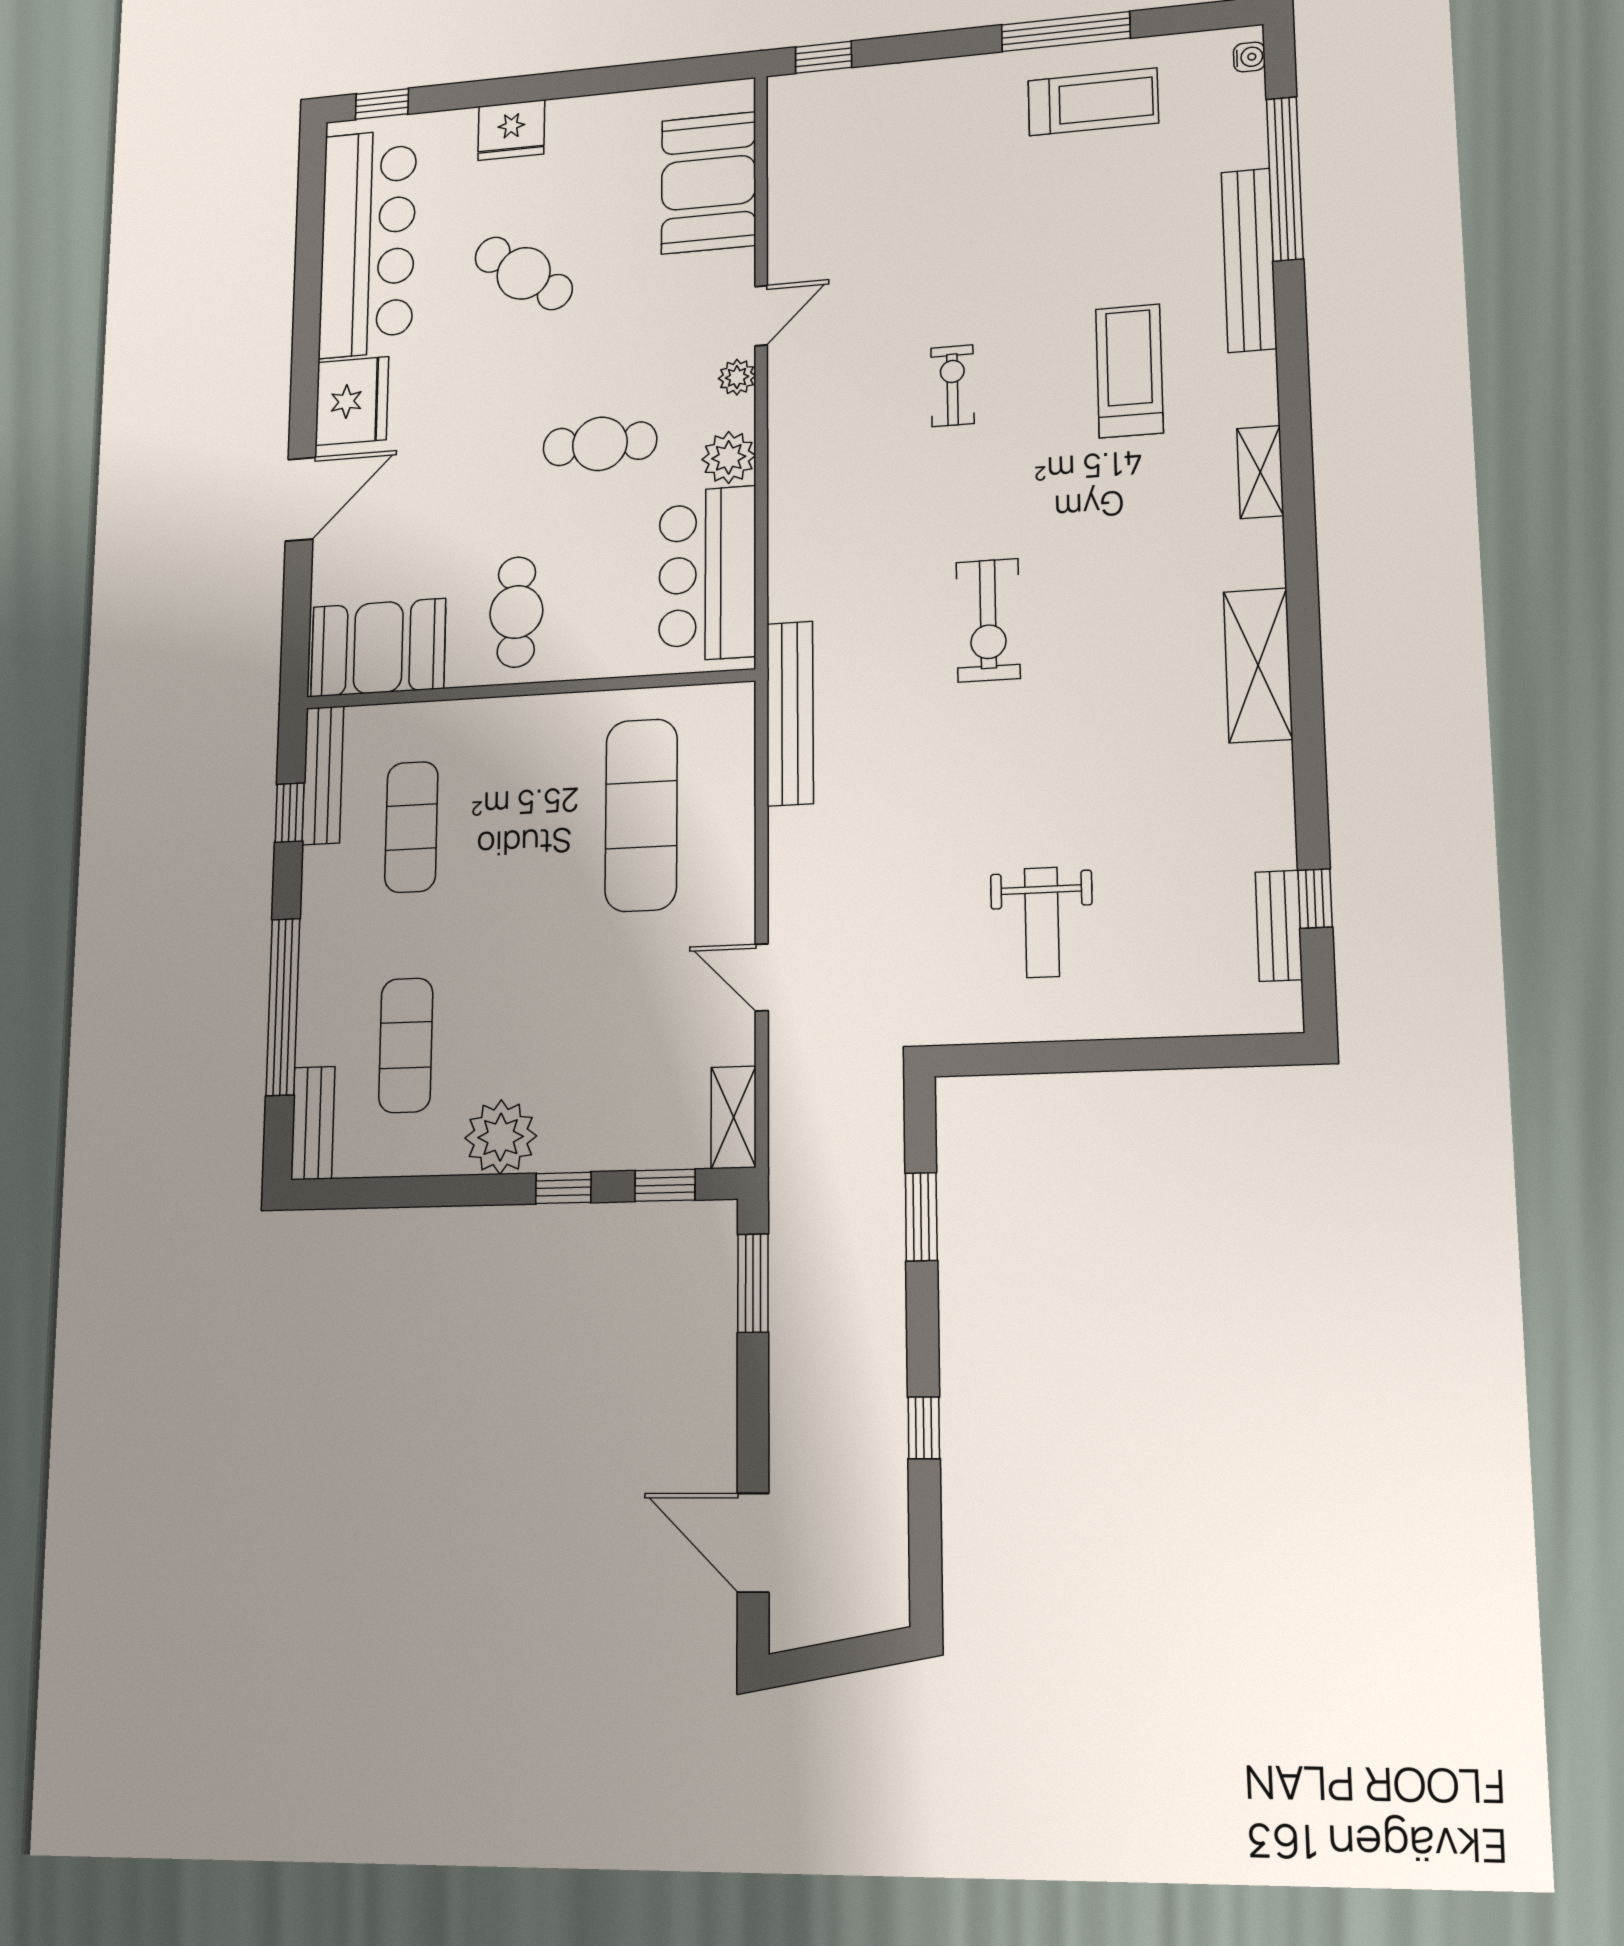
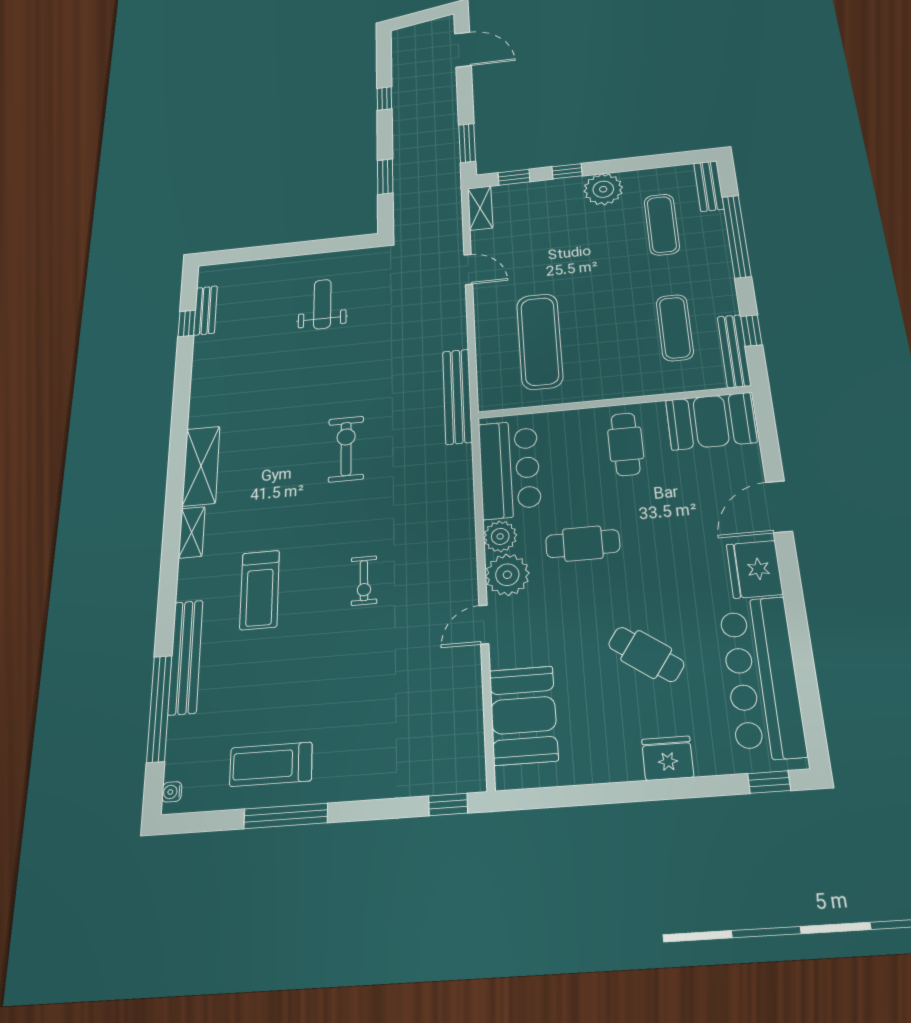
plant: (737, 377) -> (507, 575), width x1.88, depth x1.88
shelving: (1258, 665) -> (201, 466), moved

